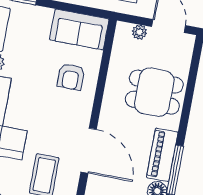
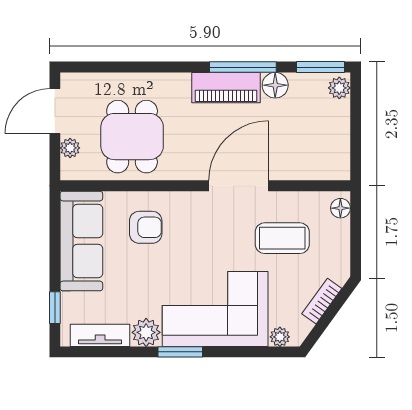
sofa: (79, 29) -> (81, 241), width x1.36
dining table: (154, 92) -> (132, 137), moved

